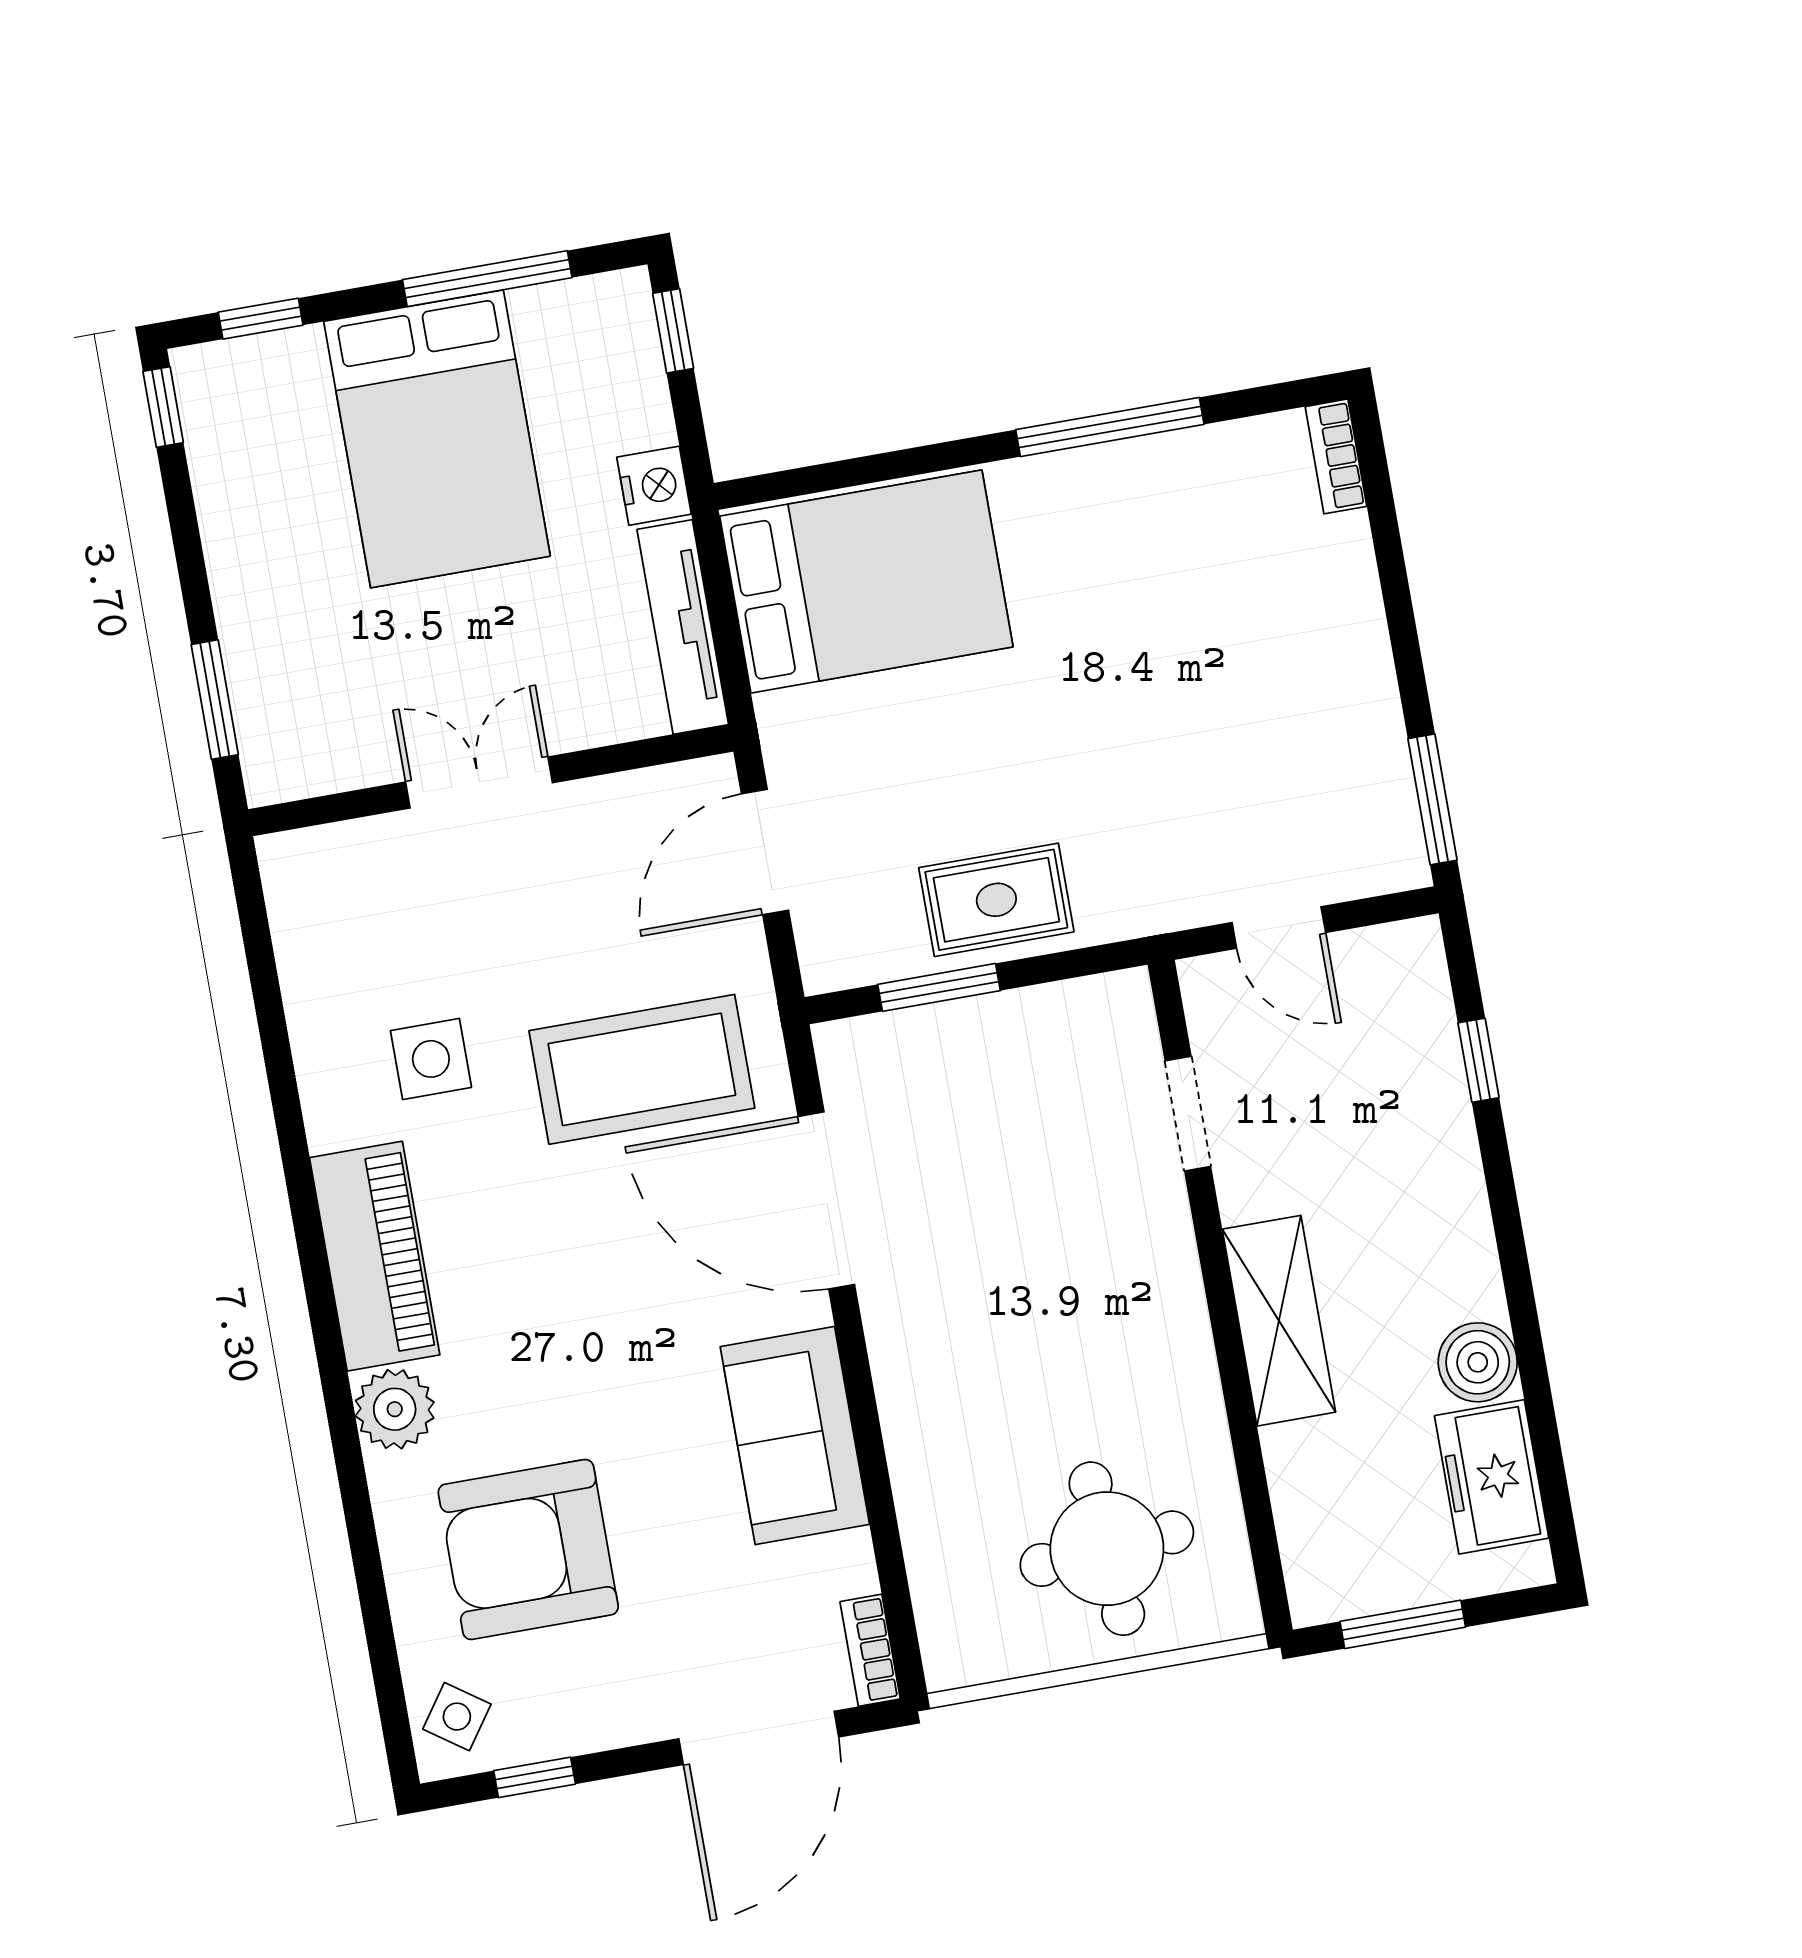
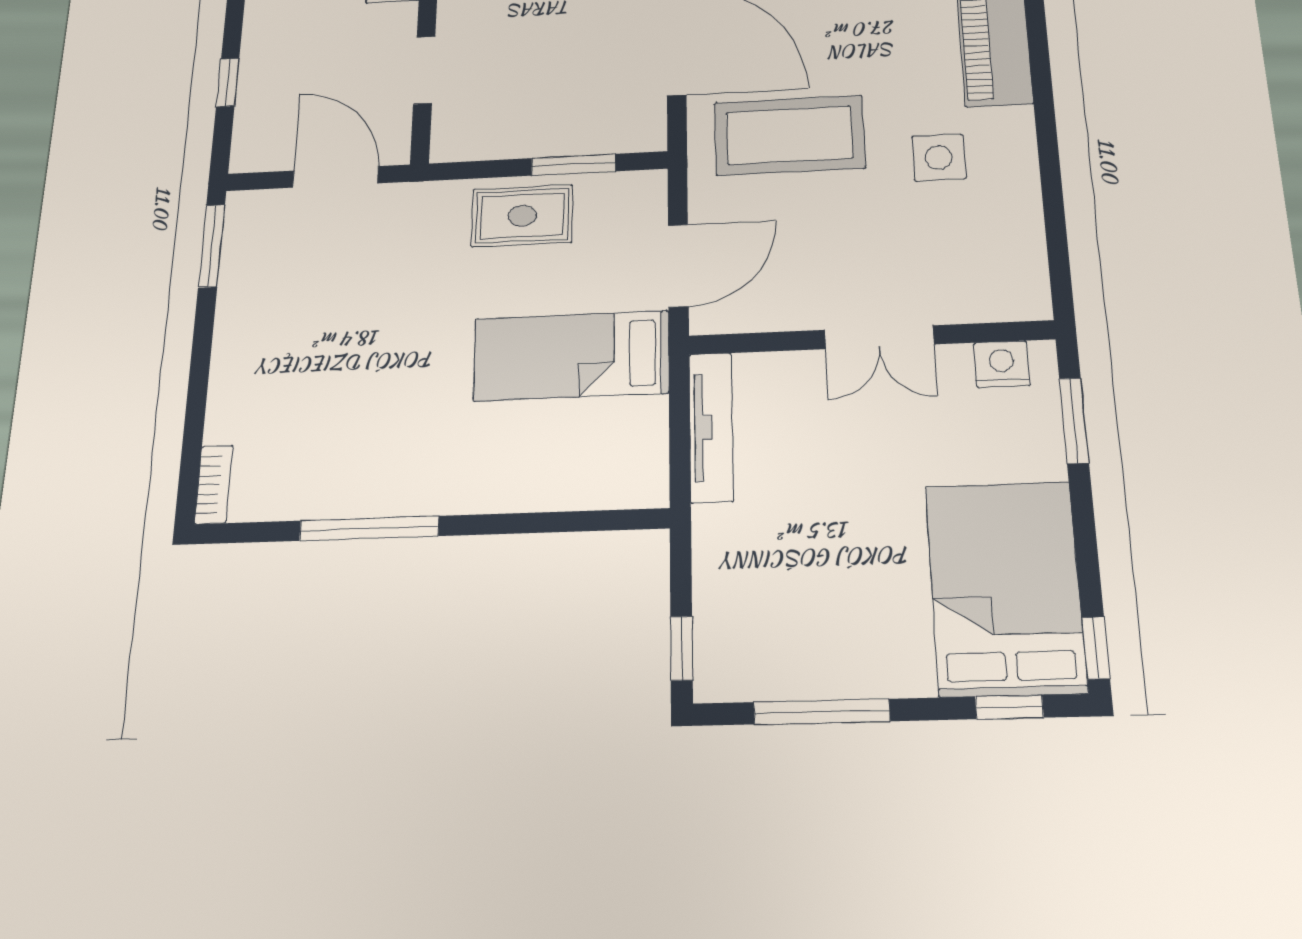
bed: (437, 439) -> (1005, 588), moved
nightstand: (654, 486) -> (1002, 364), moved, turned 90
bed: (866, 581) -> (571, 356), moved, width x0.67
door: (1279, 928) -> (335, 177), width x1.38

